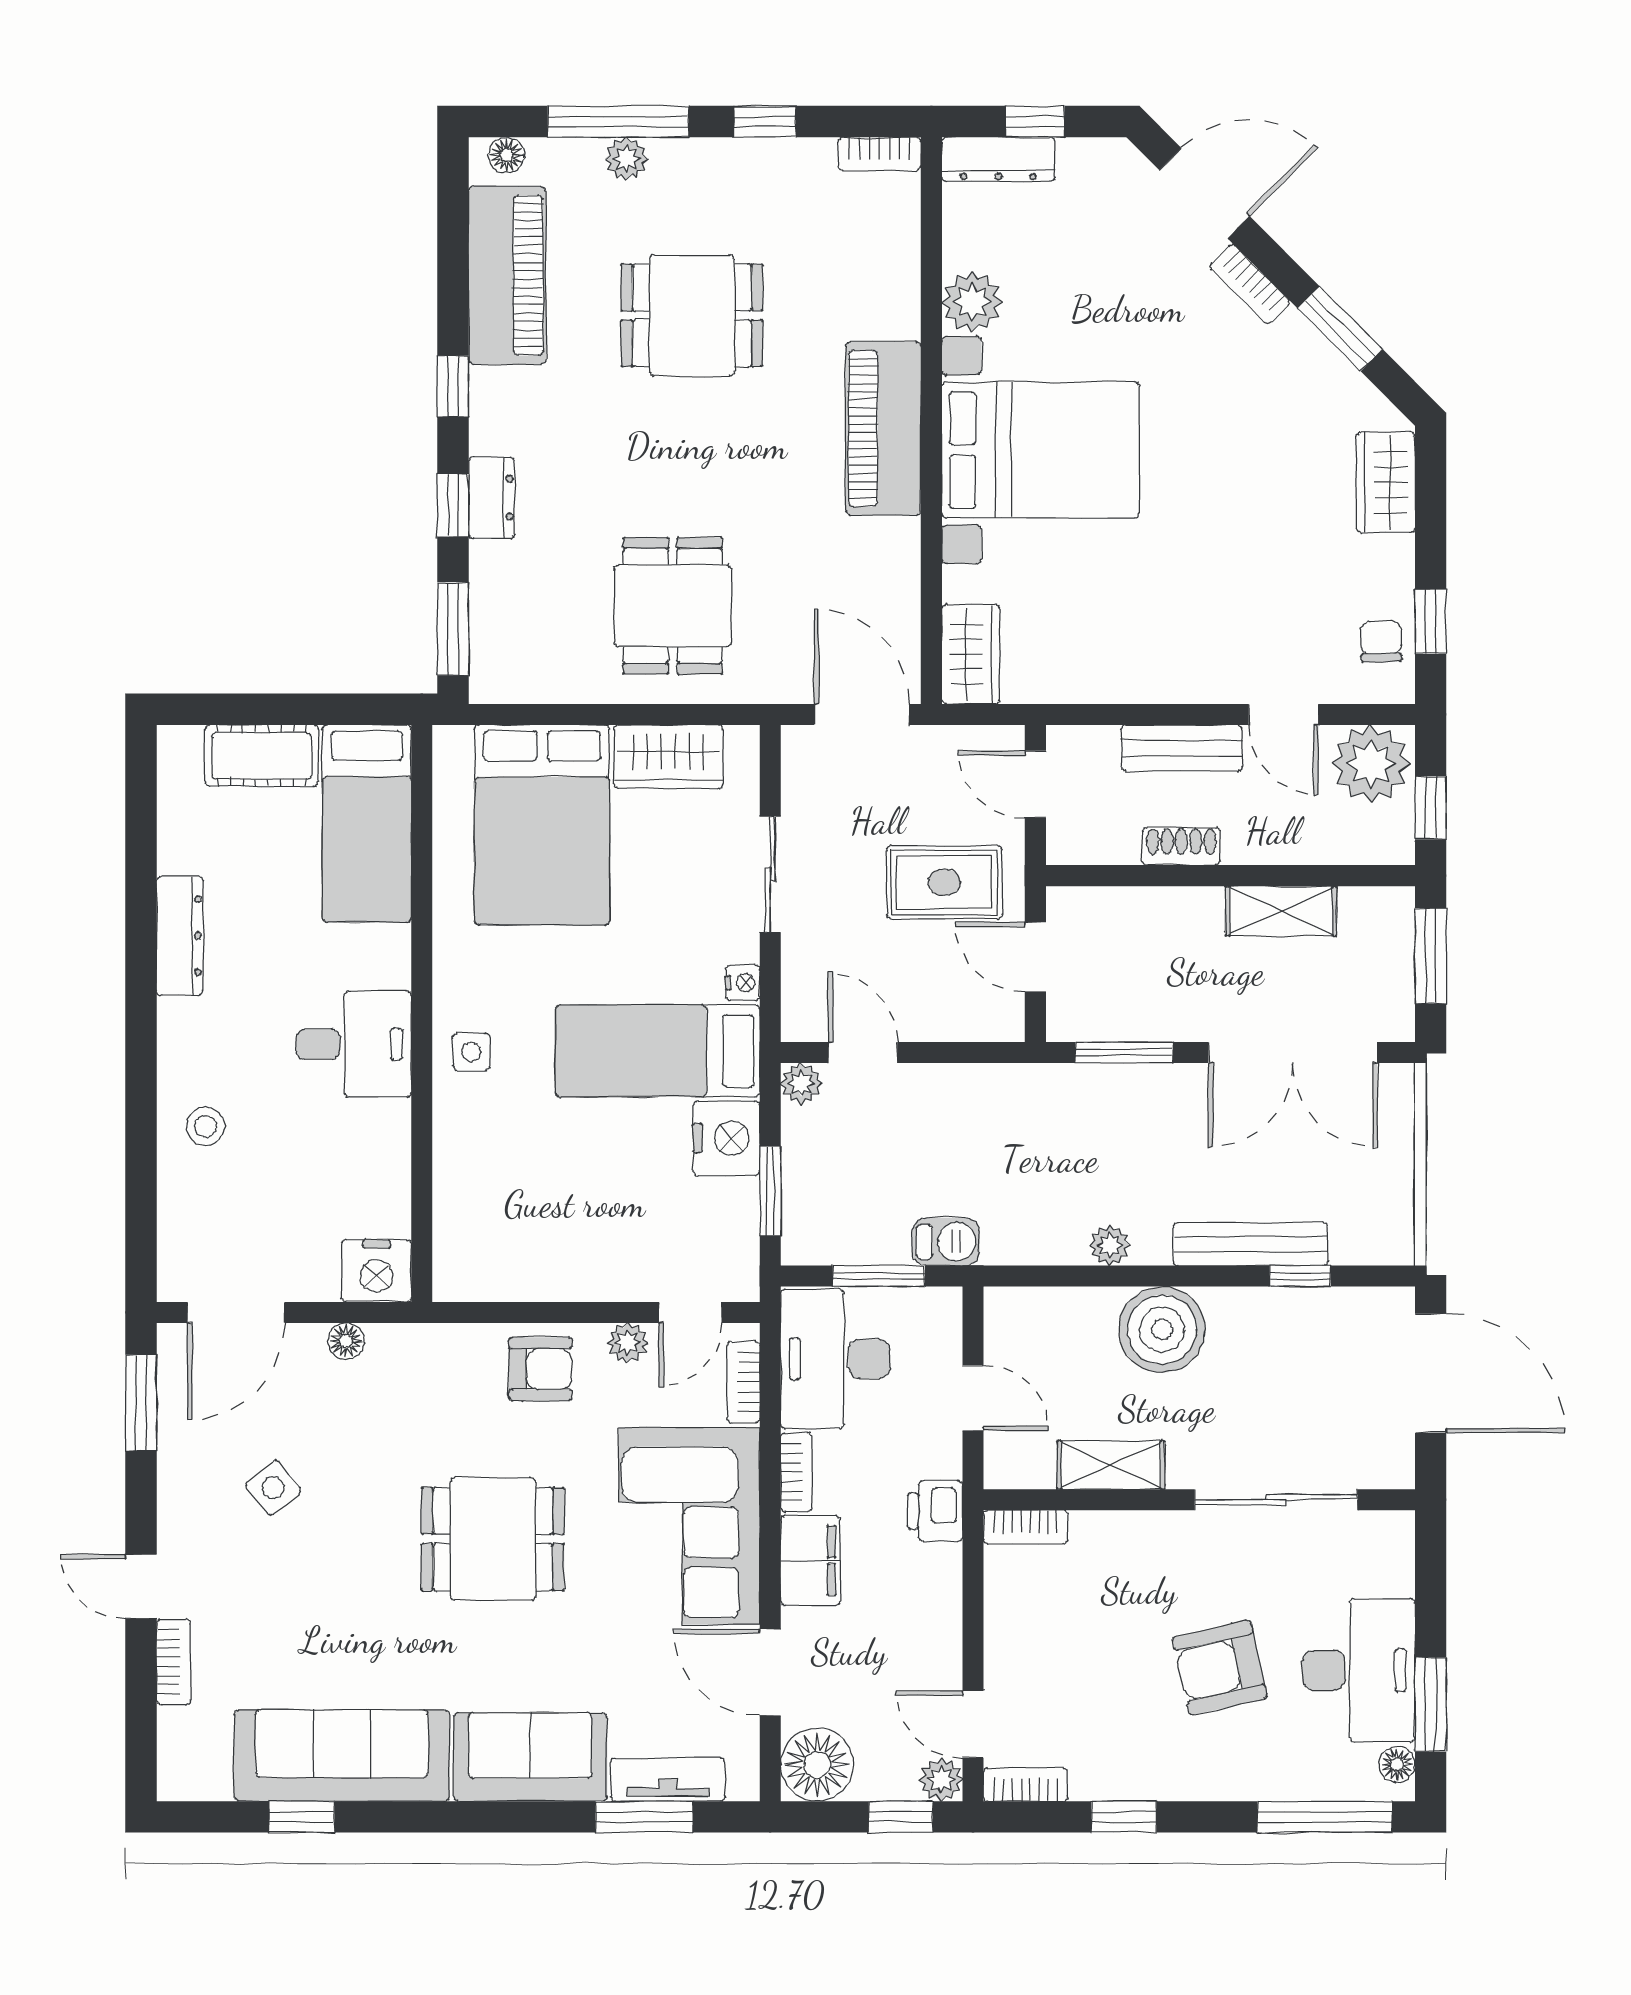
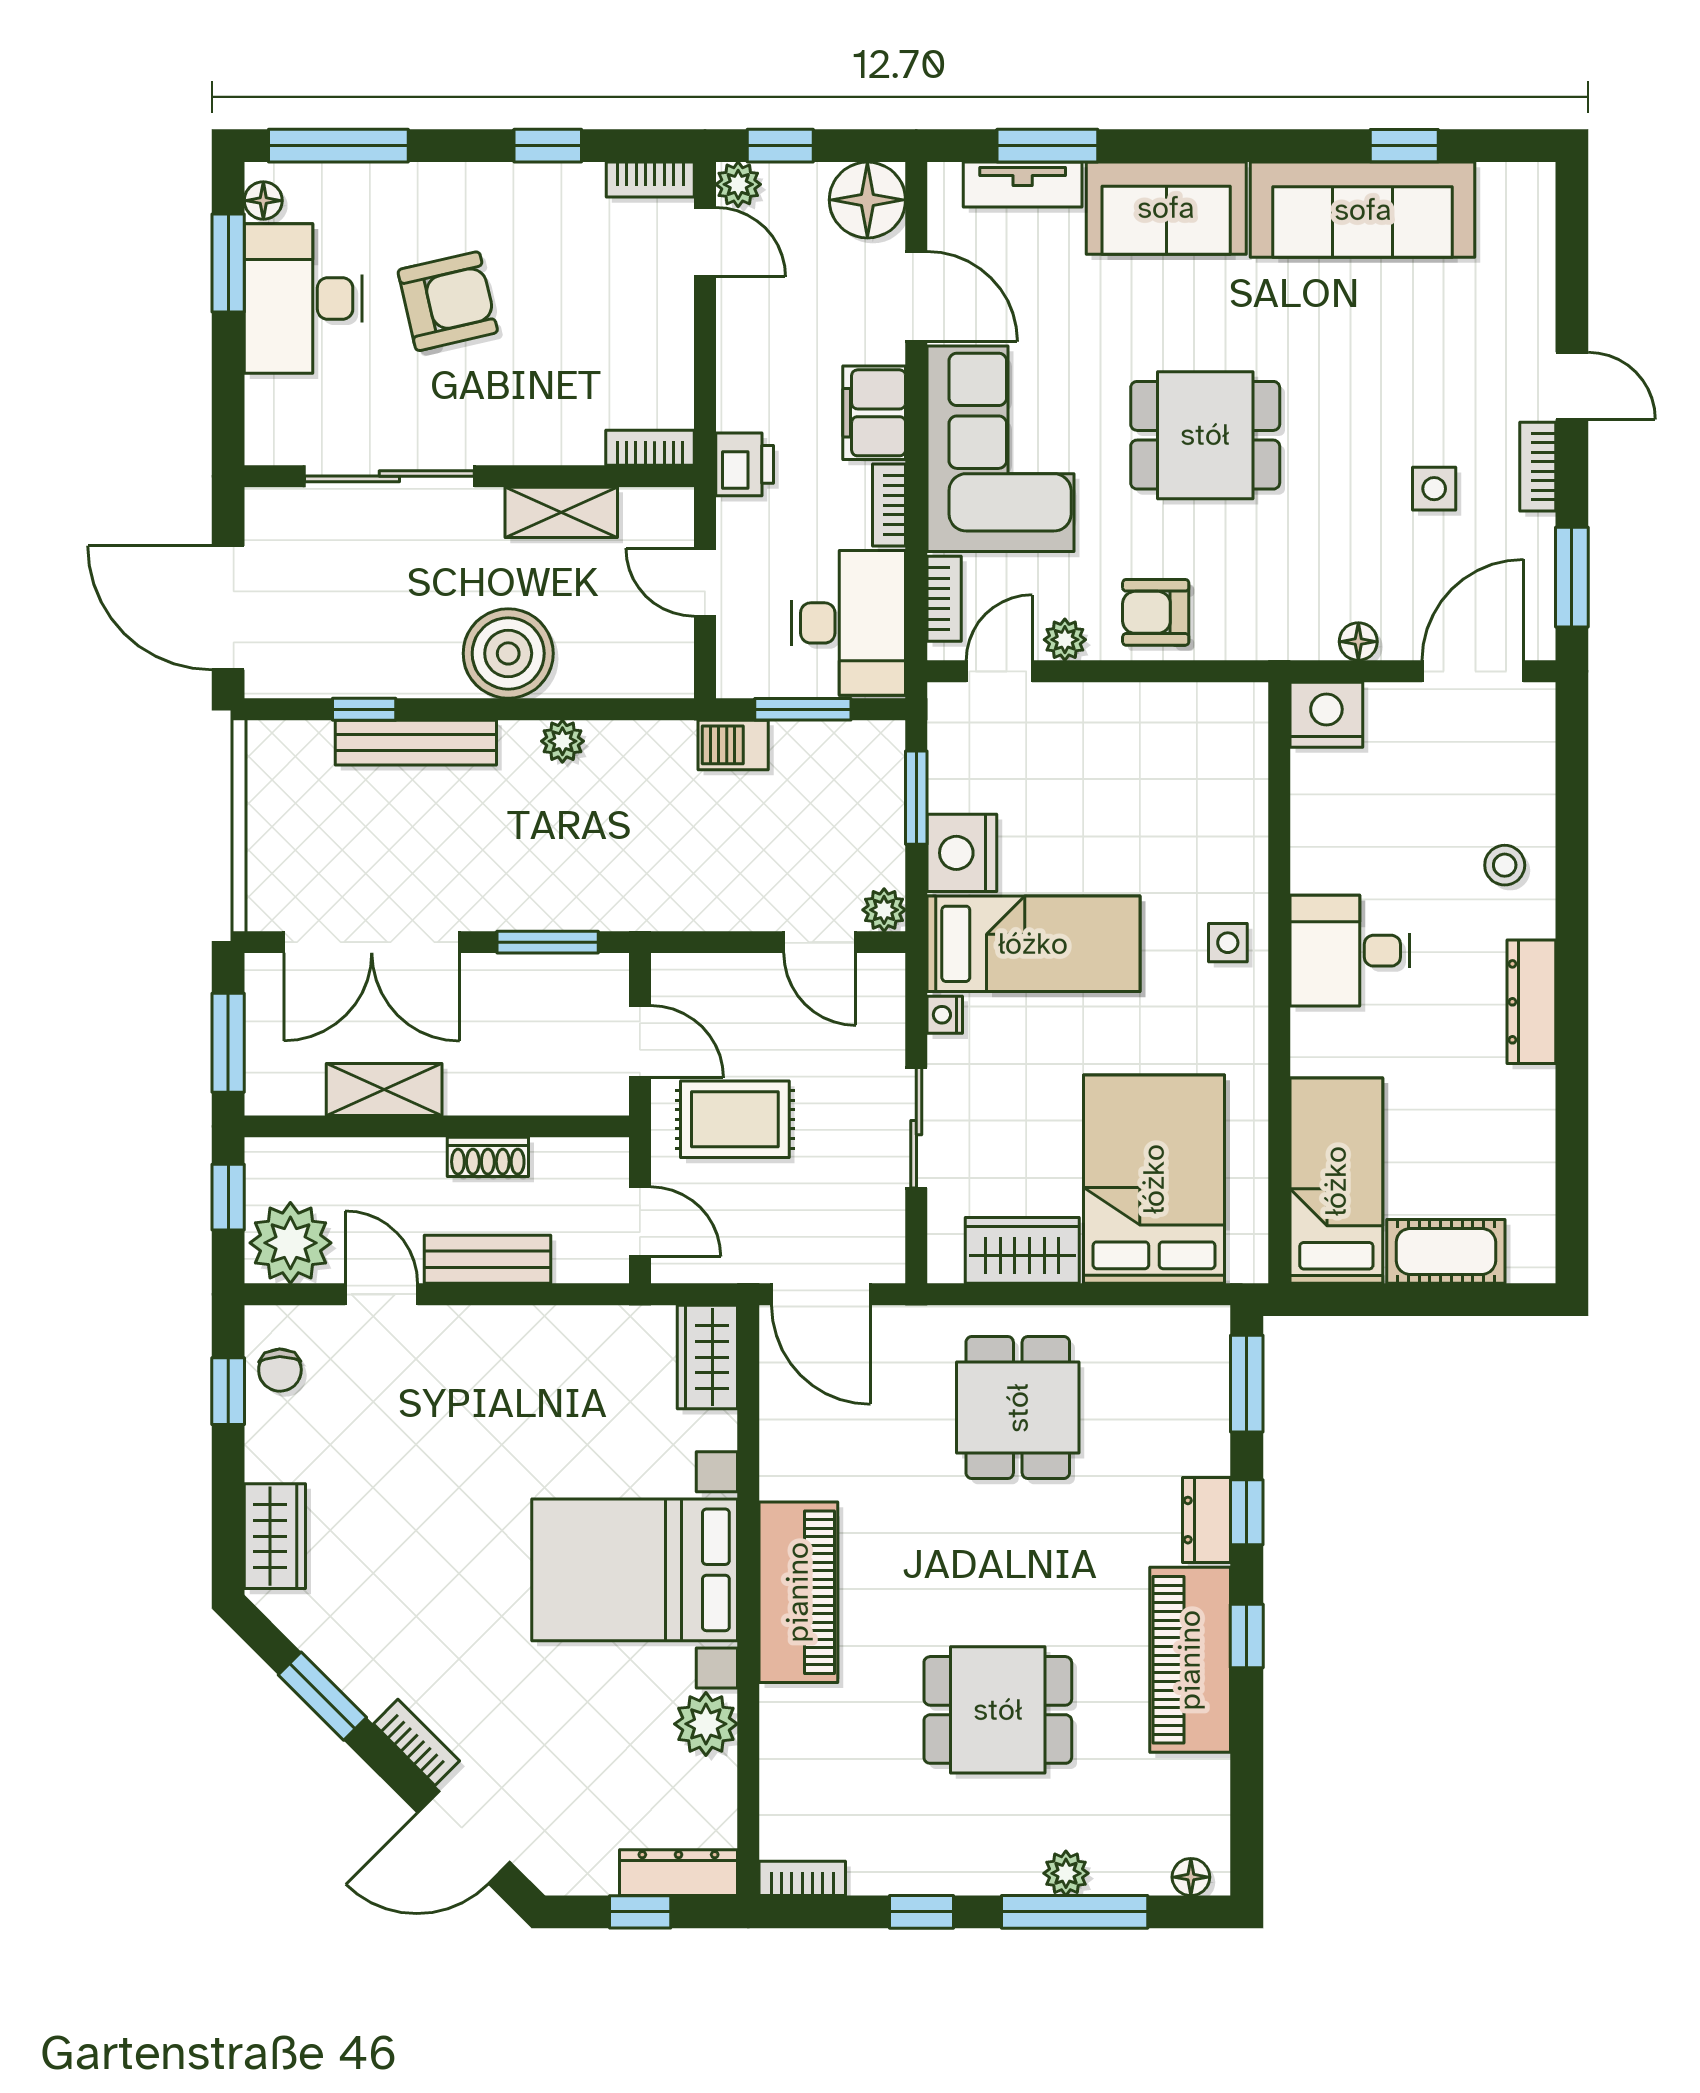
piano: (507, 275) -> (1190, 1660), moved
dresser: (180, 936) -> (1531, 1002), moved
double door: (1293, 1052) -> (372, 942), swing flipped
side table: (273, 1488) -> (1434, 489), turned 38
bookcase: (174, 1662) -> (1538, 467), moved

